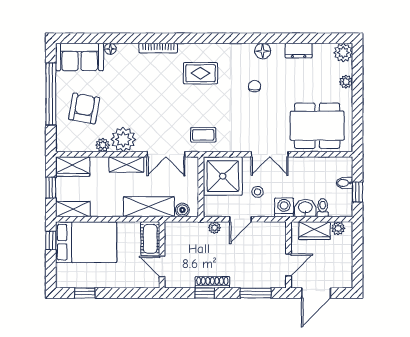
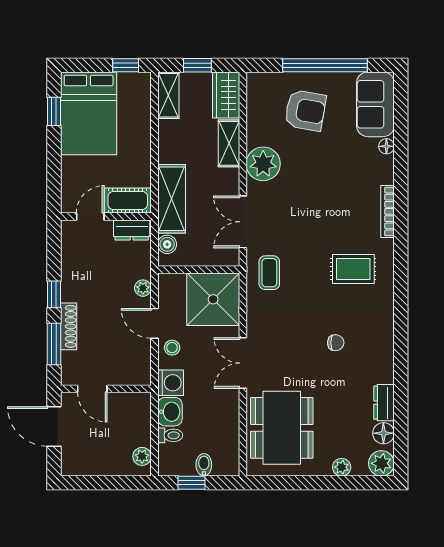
floor lamp: (263, 51) -> (383, 433), moved
rug: (201, 73) -> (353, 269), turned 90
plant: (103, 145) -> (255, 136), removed
shelving: (126, 165) -> (229, 143), moved
stool: (258, 192) -> (172, 348), moved
wardrobe: (314, 231) -> (139, 424), removed
dresser: (172, 236) -> (132, 230), added
bed: (86, 242) -> (89, 113), moved
shoe rack: (212, 282) -> (69, 326), moved
window: (205, 293) -> (54, 294), moved

